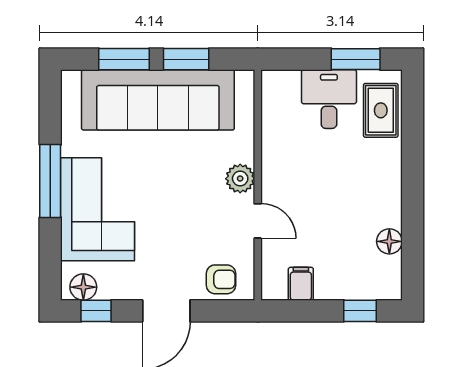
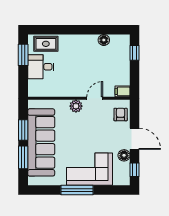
filing cabinet: (301, 284) -> (123, 91), moved
floor lamp: (83, 287) -> (124, 155), moved

